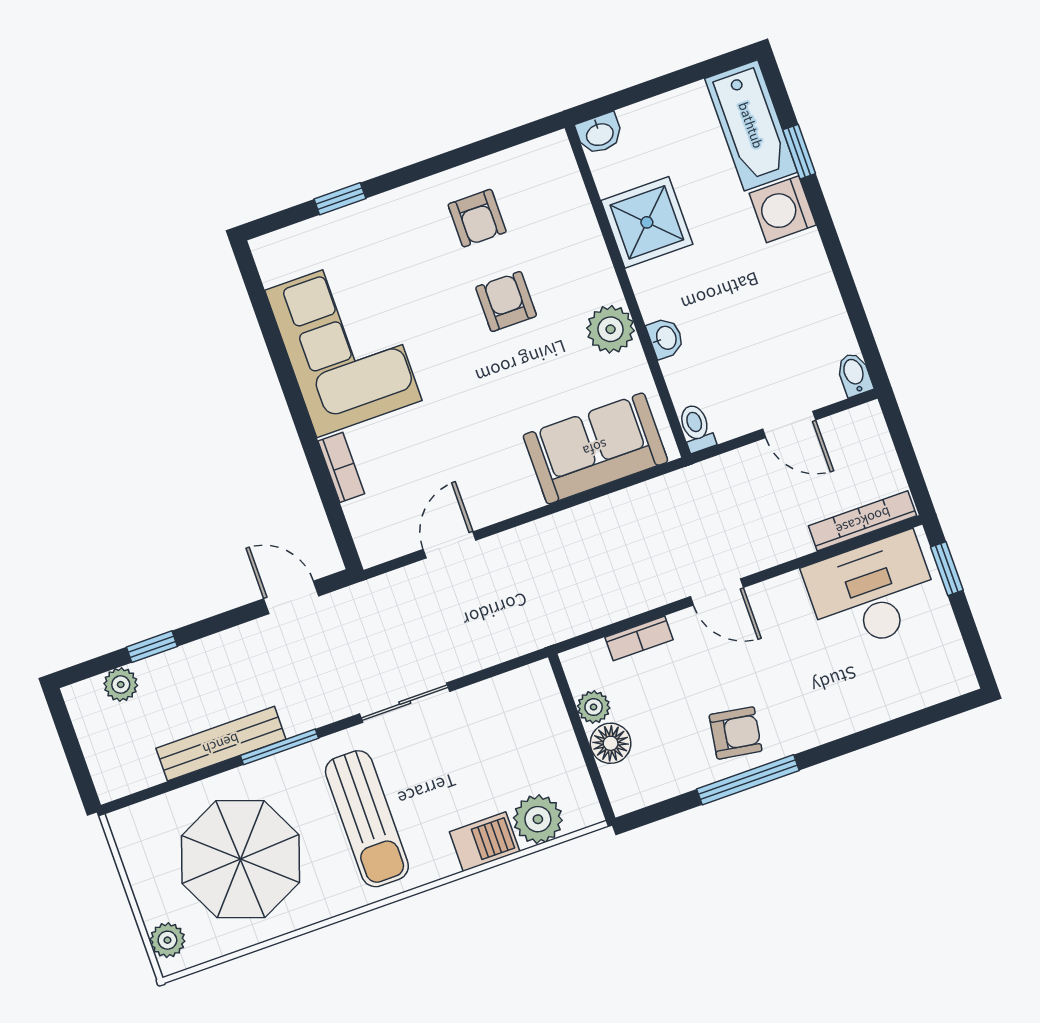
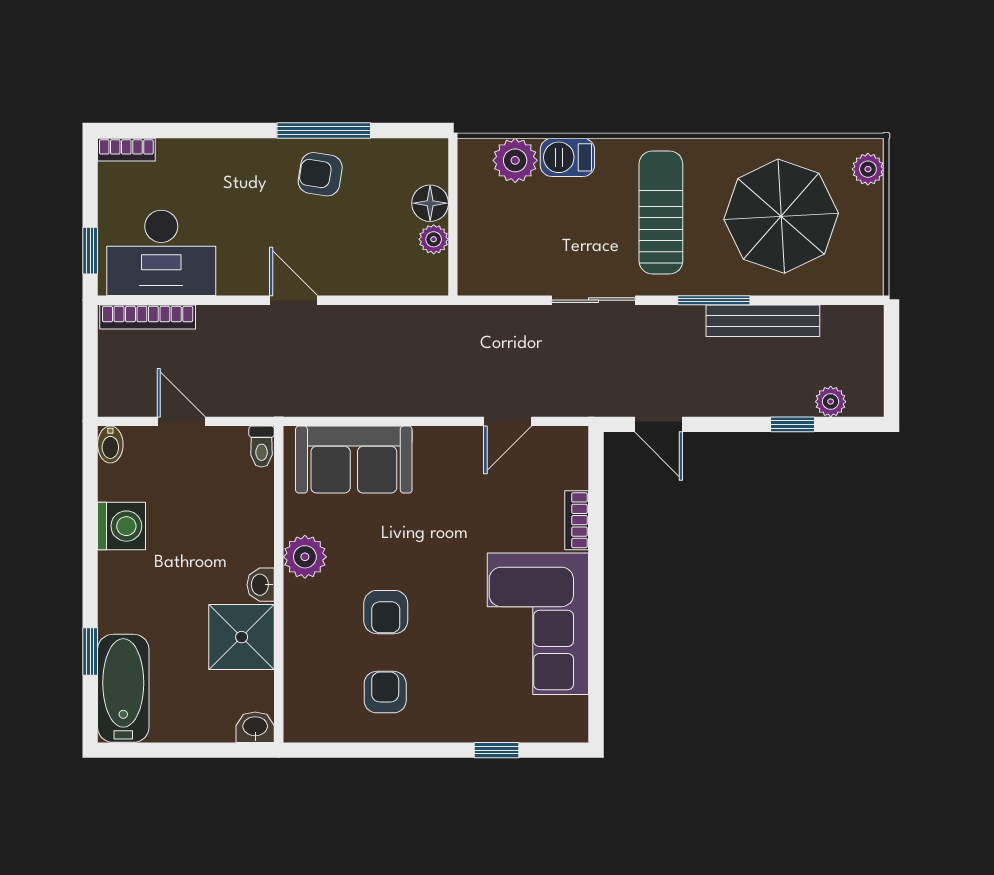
washing machine: (783, 209) -> (122, 526), moved
washbasin: (665, 338) -> (261, 585), moved
bookcase: (639, 638) -> (126, 150), moved, turned 180

